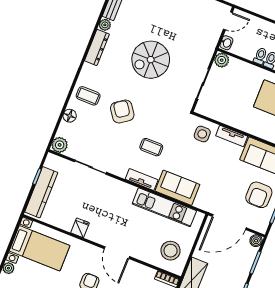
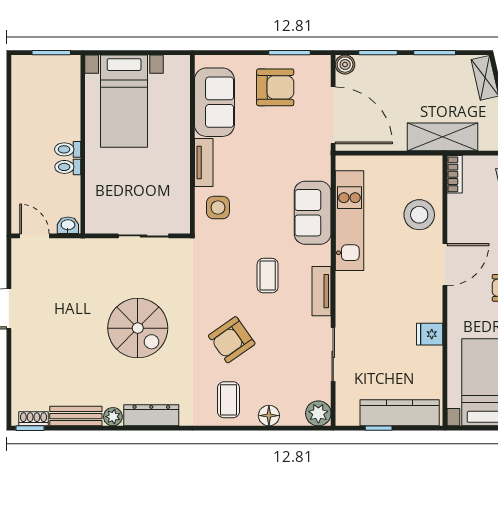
plant: (222, 60) -> (97, 222), removed
tv unit: (142, 179) -> (321, 291), moved
stool: (171, 251) -> (419, 215), moved

